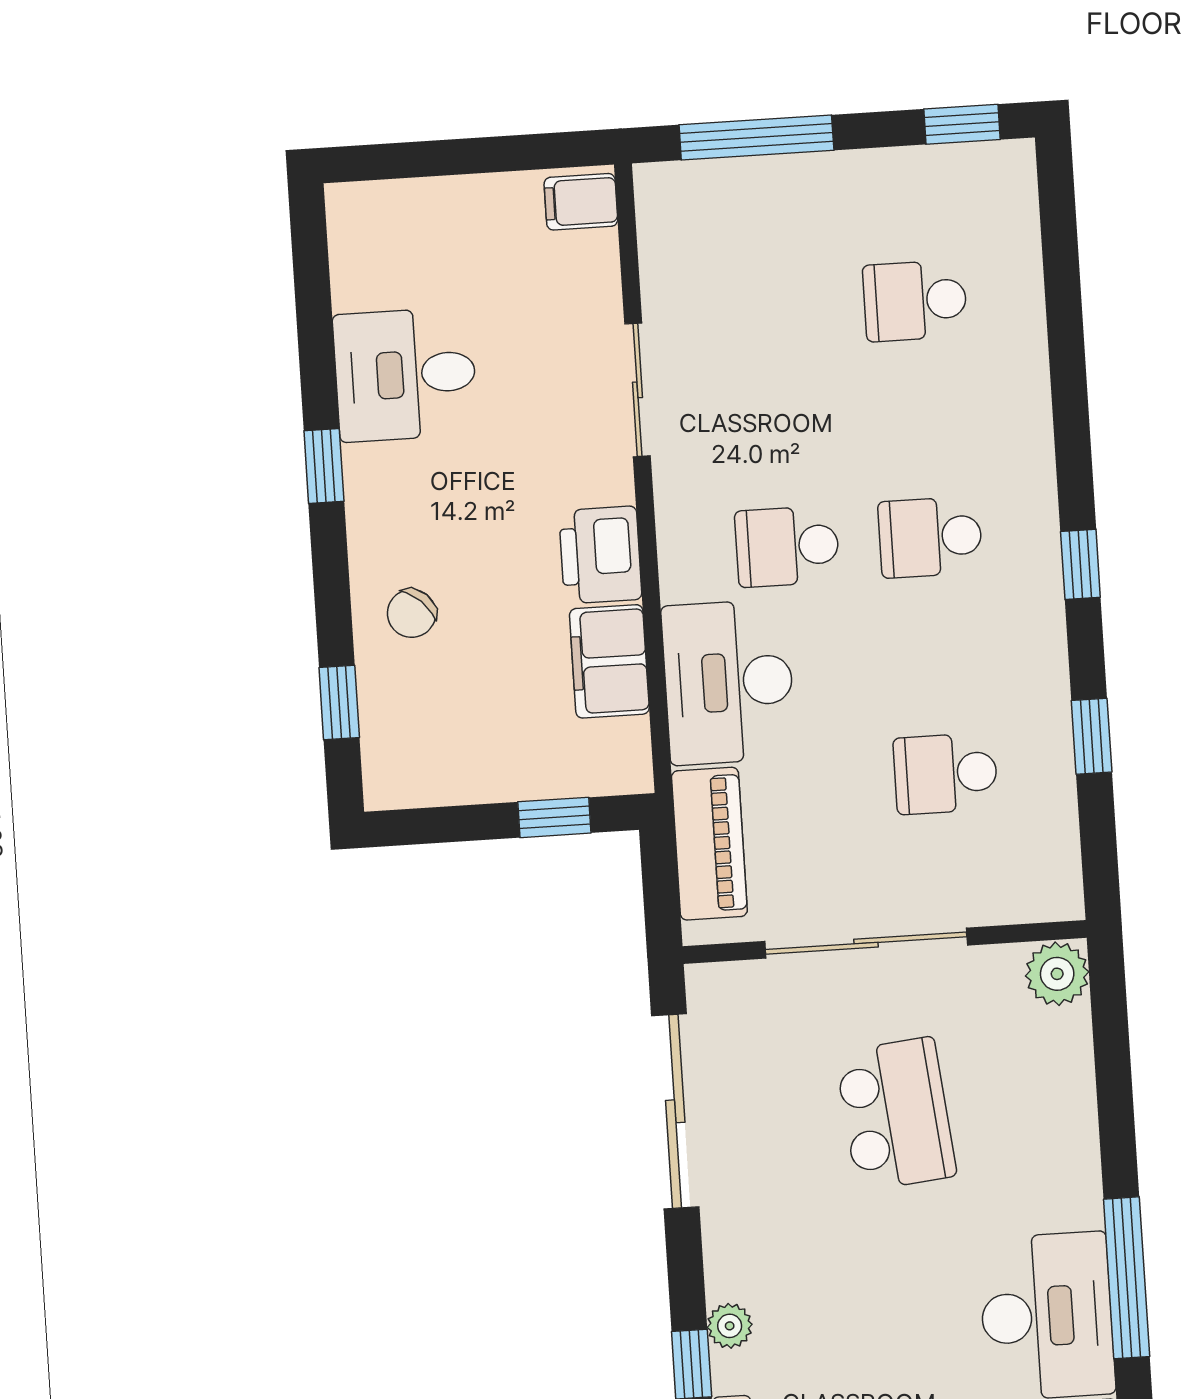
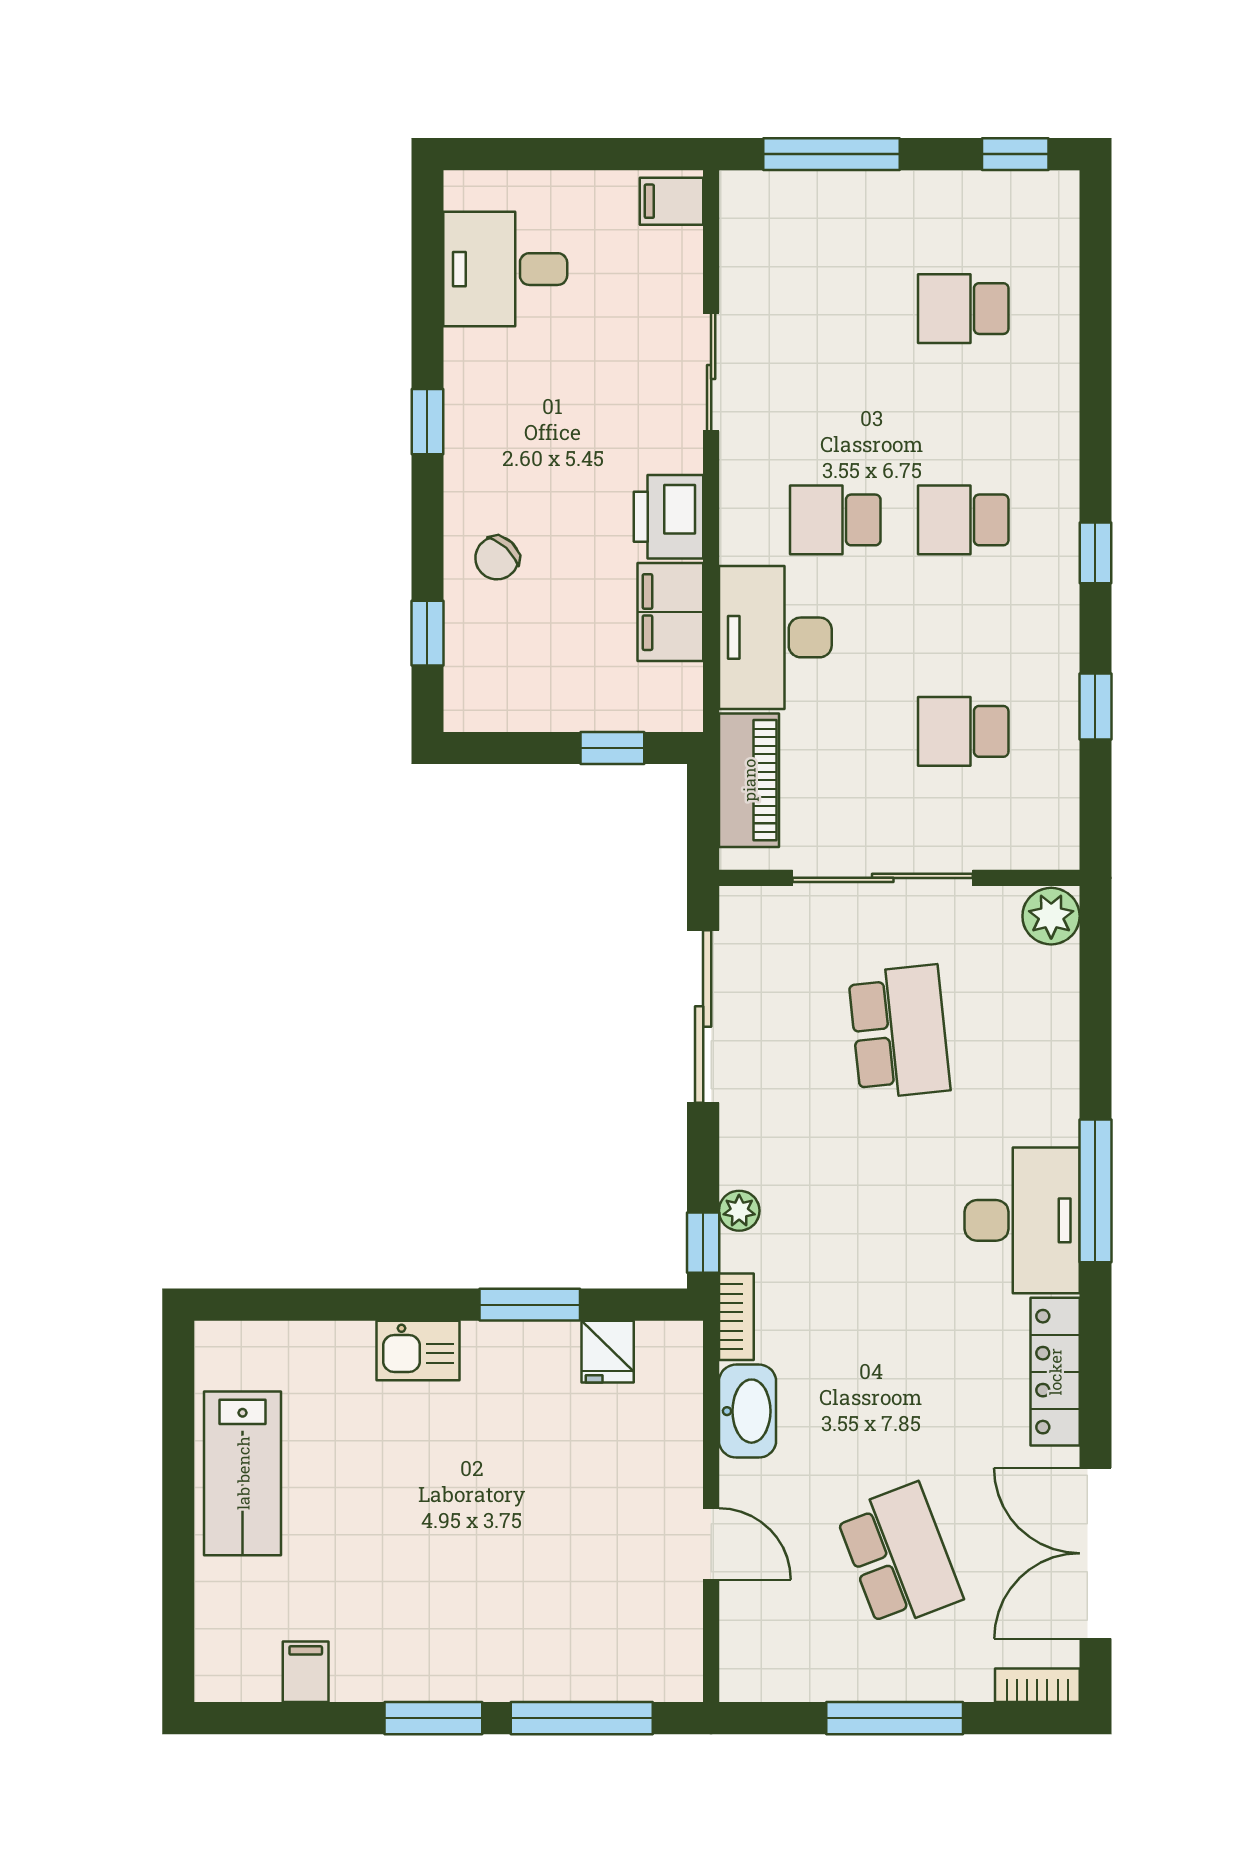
desk: (405, 374) -> (505, 269), moved

